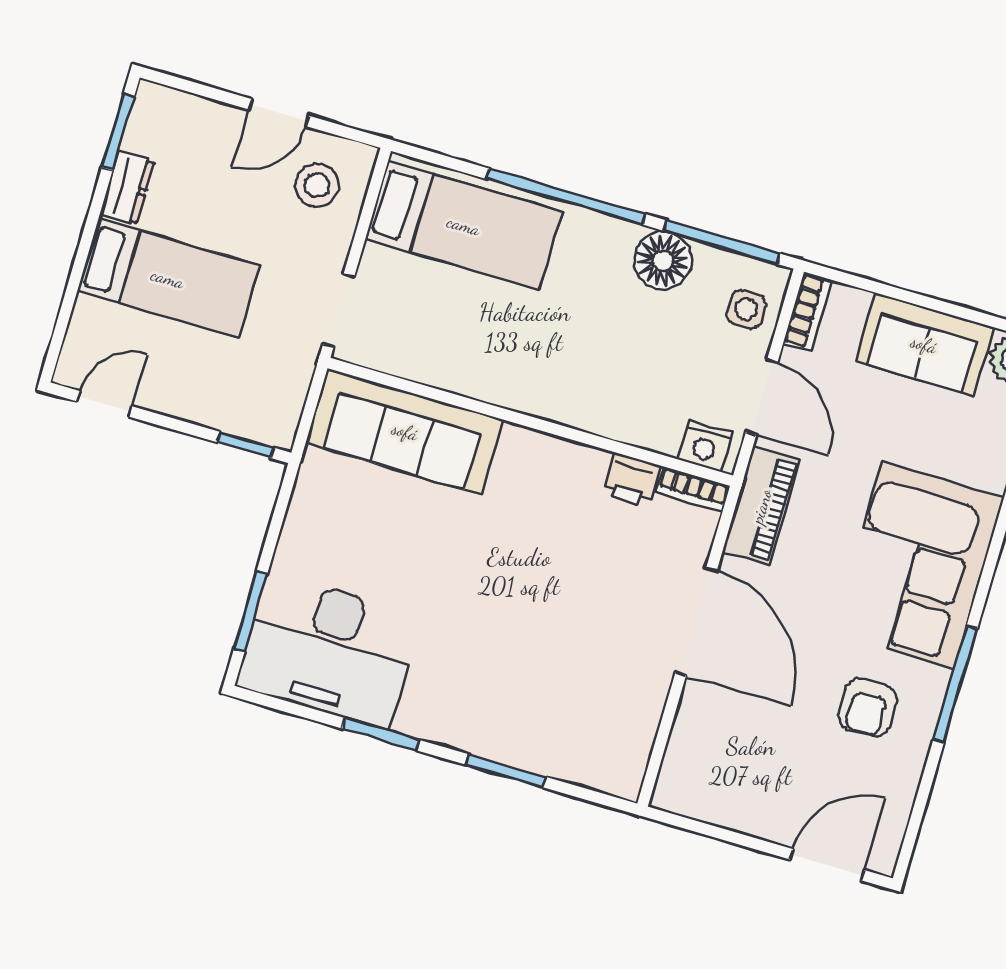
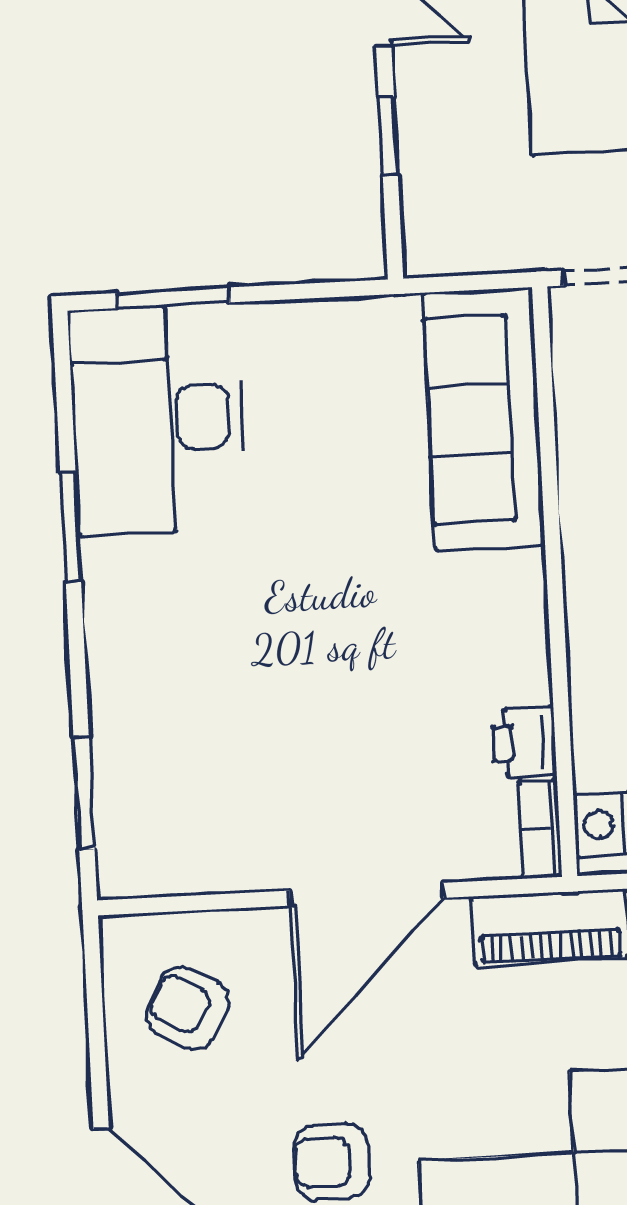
window: (246, 445) -> (388, 136), moved
armchair: (731, 768) -> (188, 1008), added
window: (506, 771) -> (84, 793), moved

